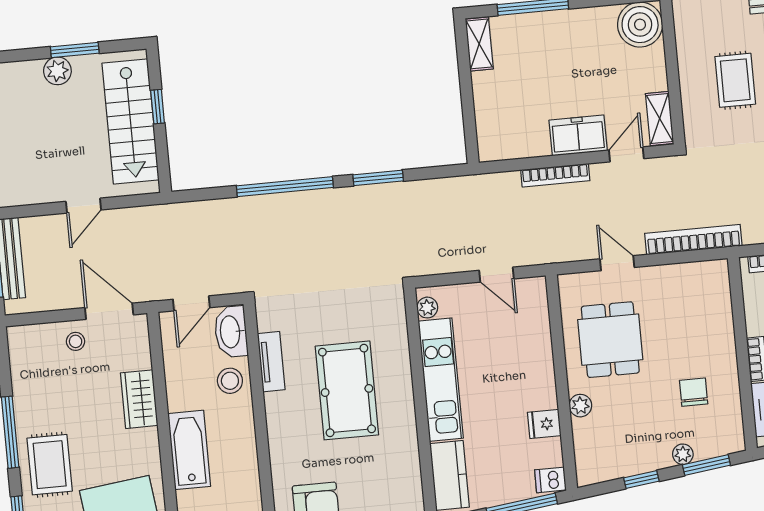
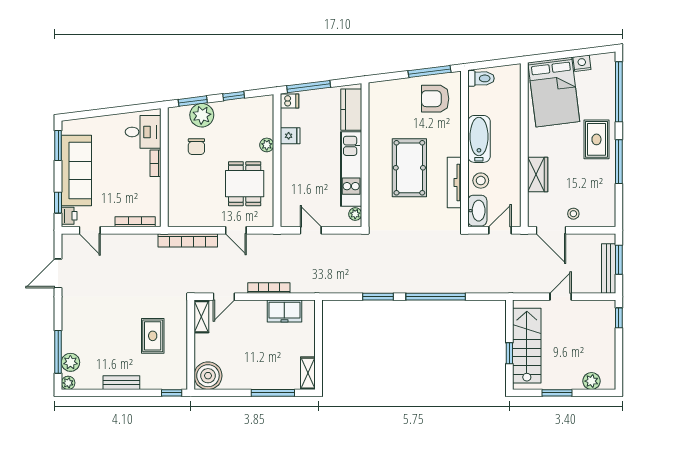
plant: (57, 71) -> (591, 381), moved
freezer: (578, 135) -> (284, 311), moved
tv unit: (271, 362) -> (454, 183), width x1.41
bathtub: (189, 450) -> (479, 139), moved, turned 180
plant: (683, 454) -> (202, 115), width x1.87, depth x1.87

